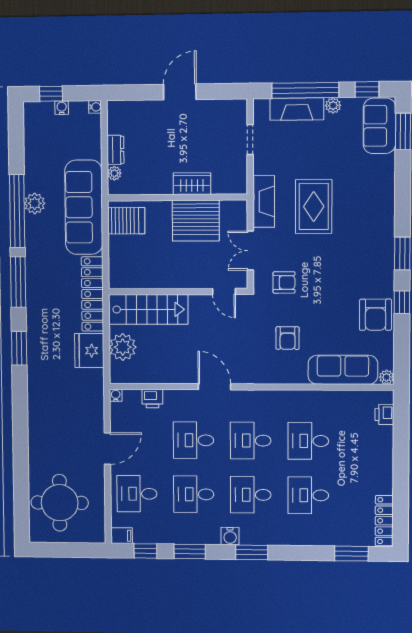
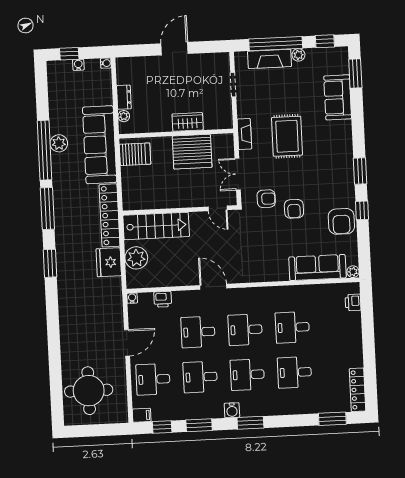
sofa: (379, 126) -> (338, 97), moved
fireplace: (264, 201) -> (244, 134), width x0.73, depth x0.76
armchair: (288, 338) -> (294, 209), moved

